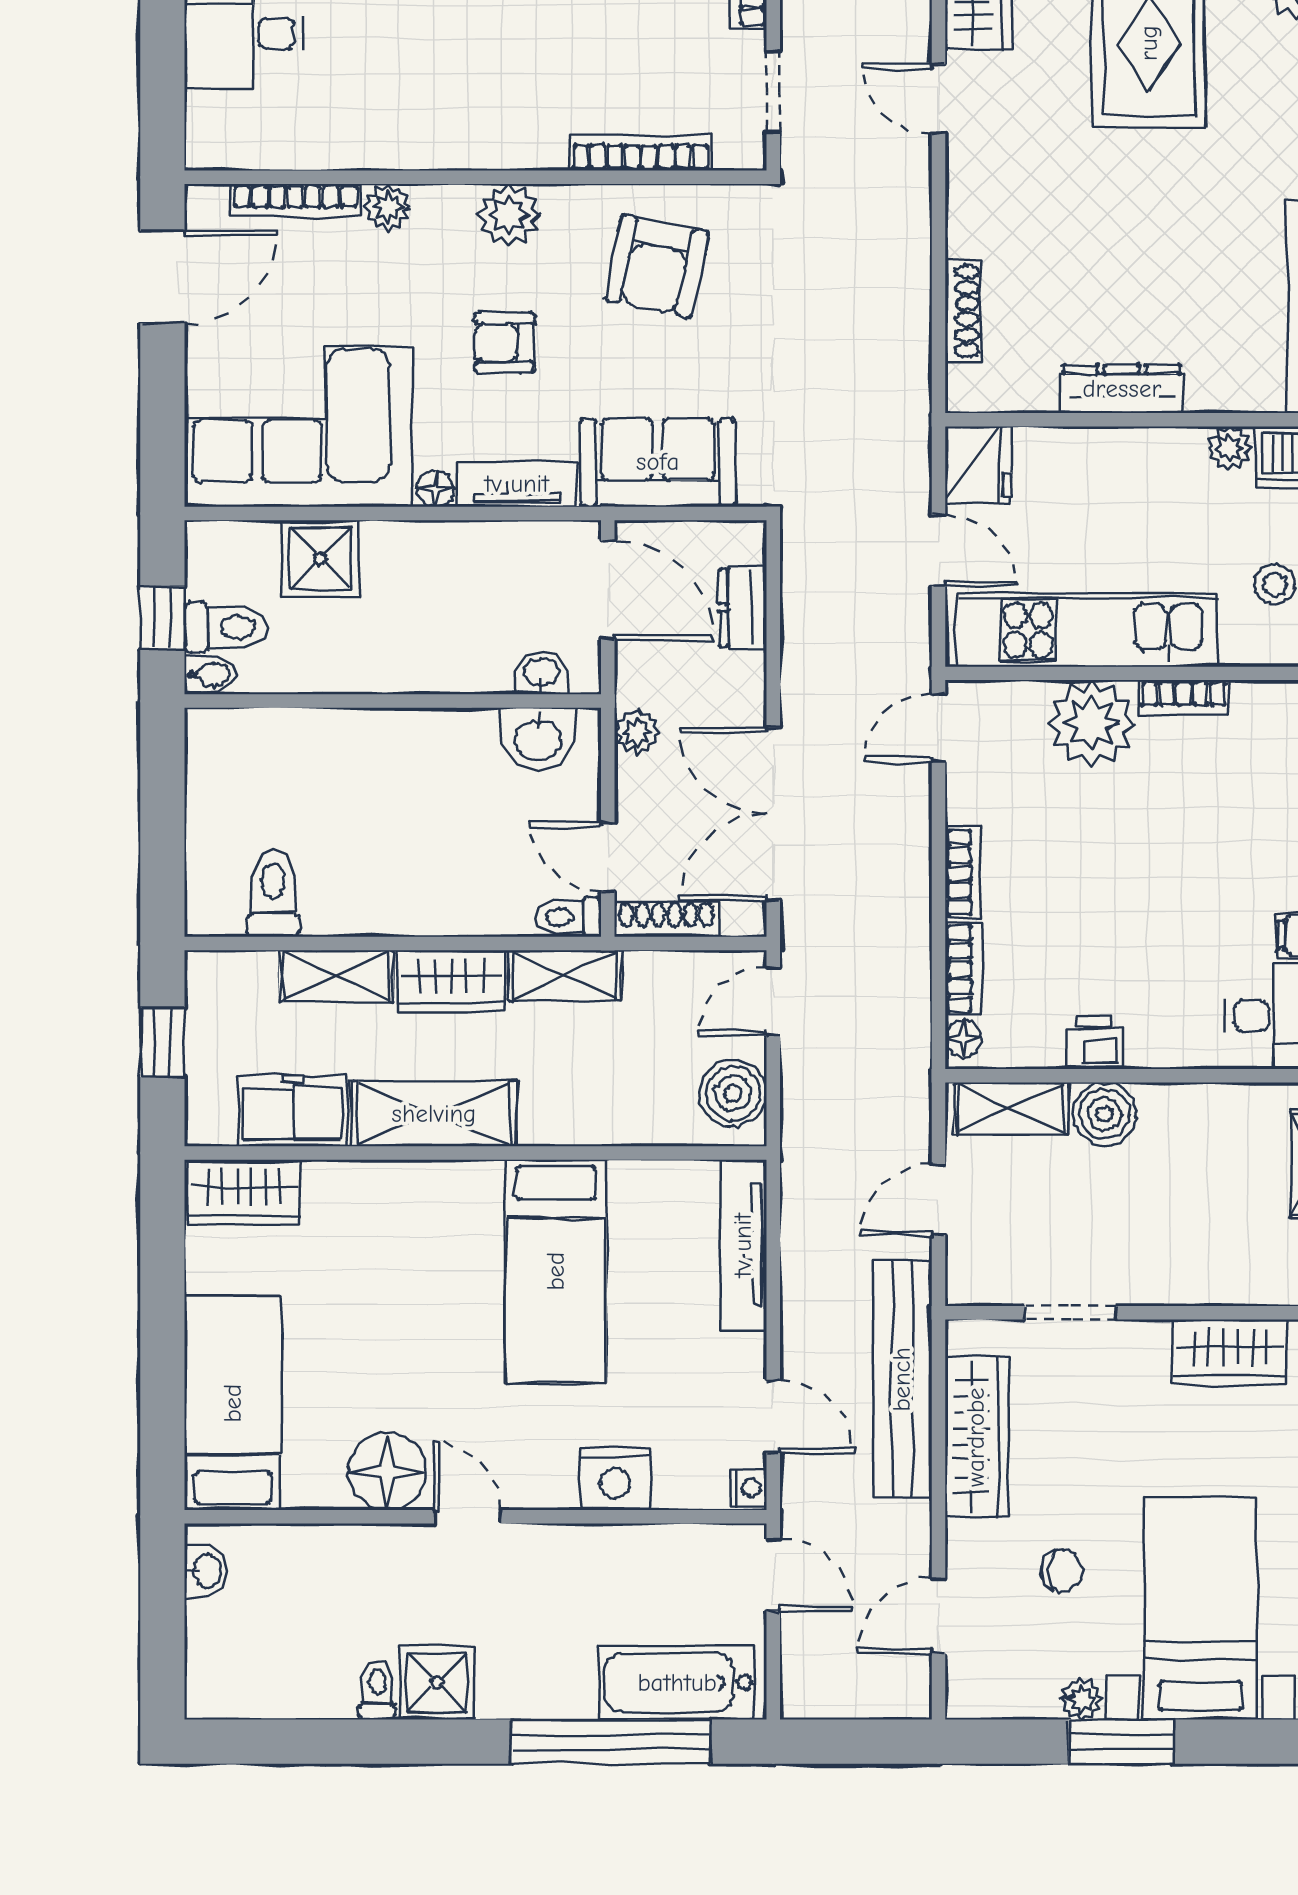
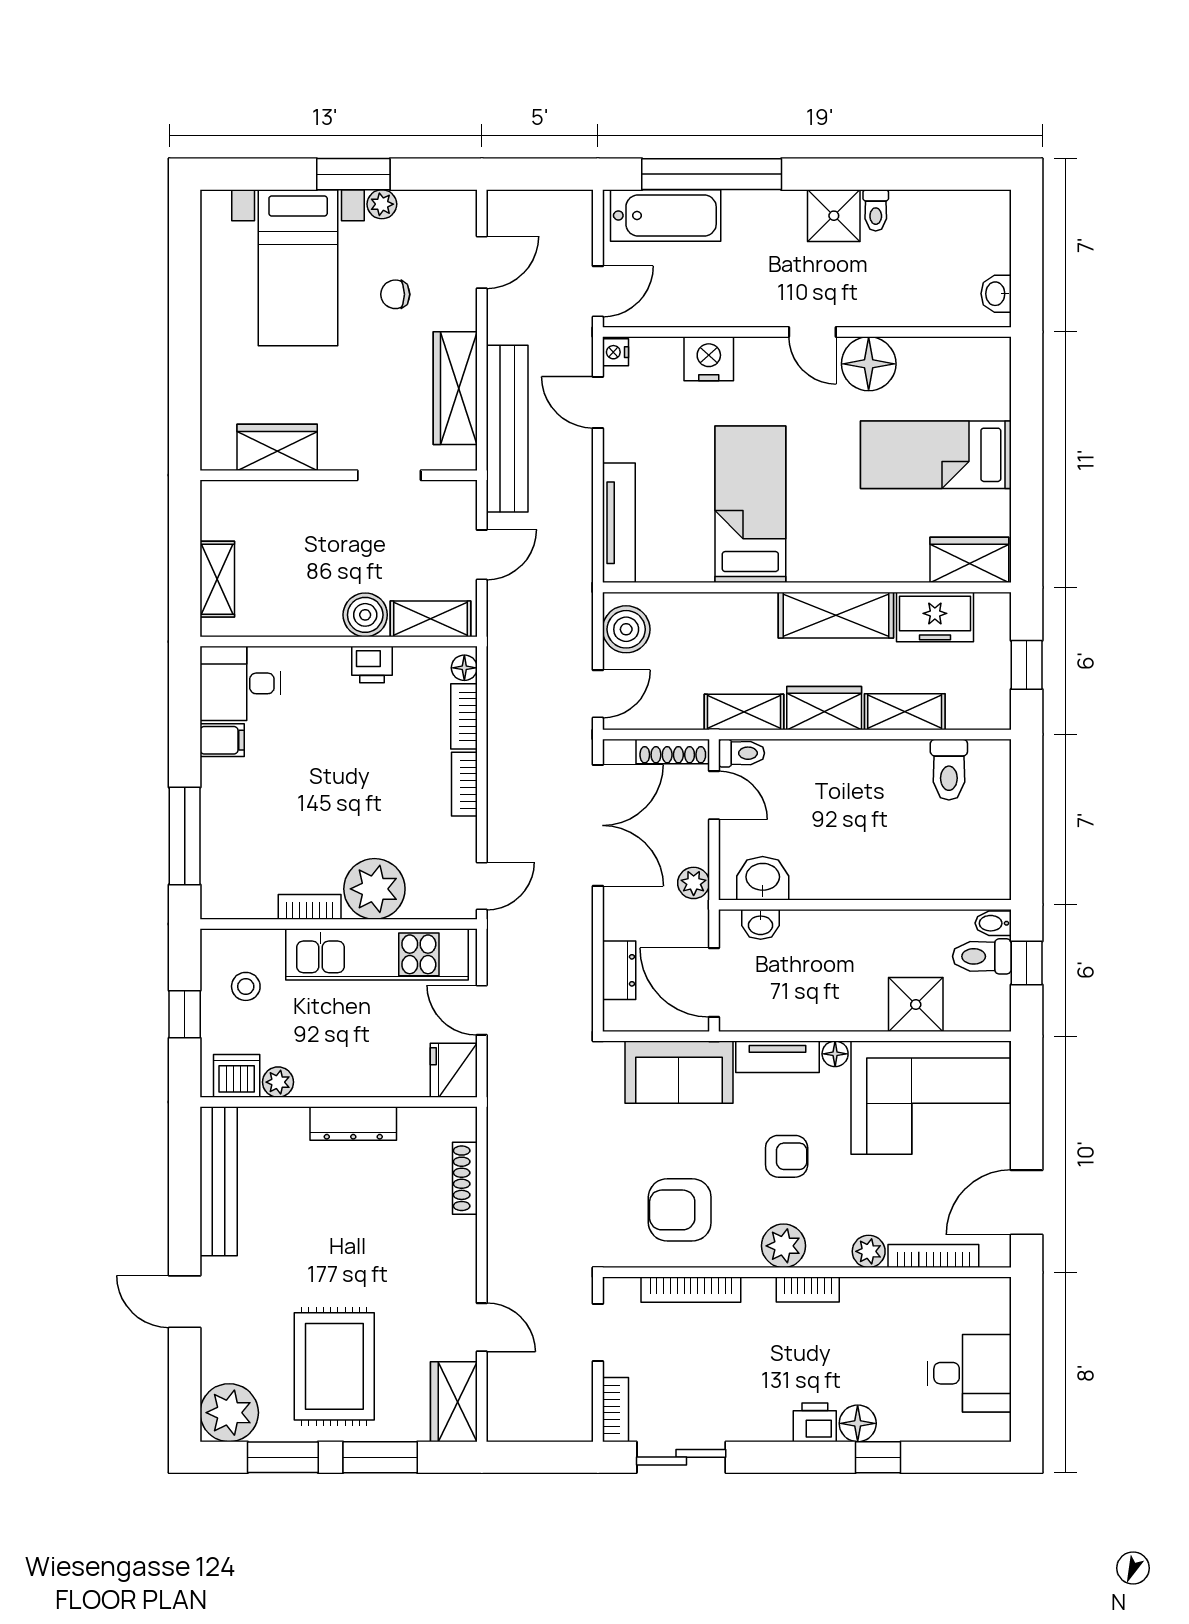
bookcase: (474, 153) -> (808, 1289), added
armchair: (657, 266) -> (680, 1210), turned -102
bed: (233, 1403) -> (936, 455), moved, turned 90
door: (773, 1575) -> (598, 291), swing flipped

